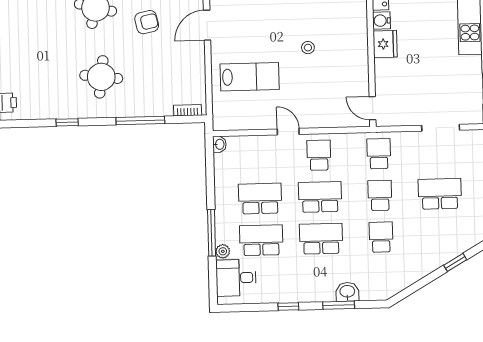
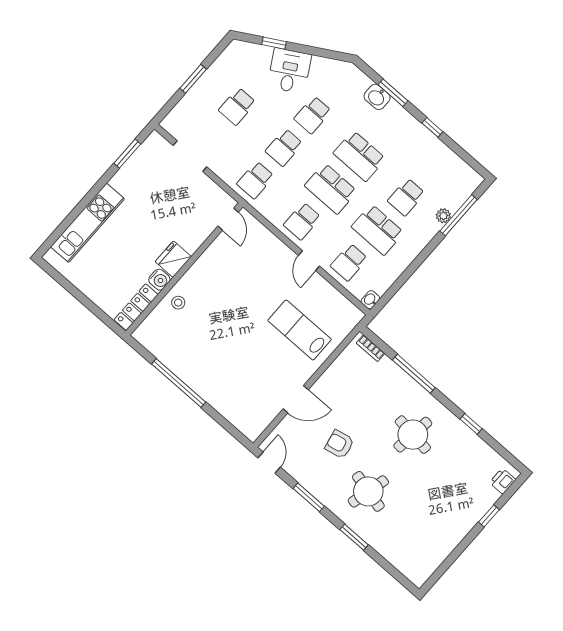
stool: (308, 48) -> (178, 303), moved
school desk: (259, 157) -> (349, 262), added
school desk: (440, 194) -> (237, 106), width x0.54
window: (212, 233) -> (459, 215), moved
school desk: (261, 240) -> (406, 197), width x0.54
desk: (236, 278) -> (289, 71), moved, turned -120

